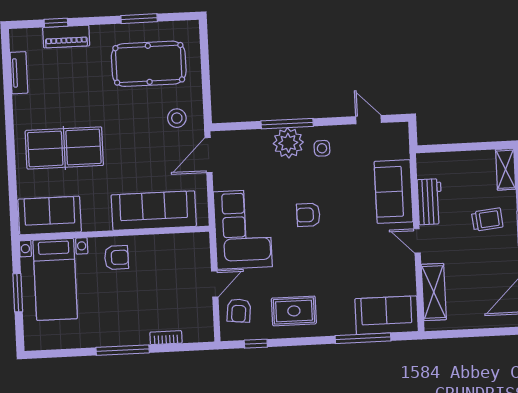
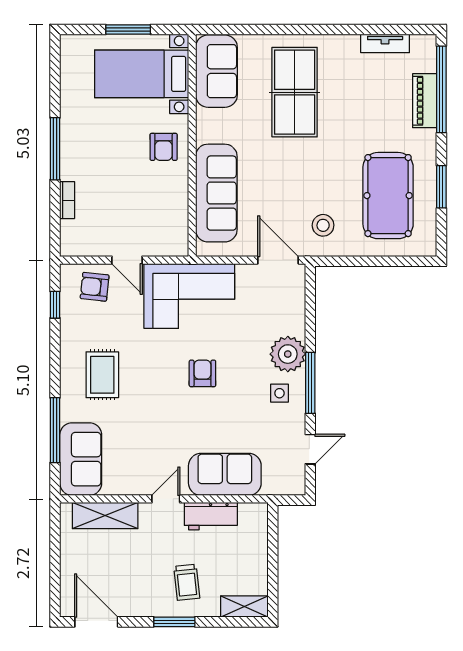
window: (56, 23) -> (441, 89), width x3.17
window: (287, 124) -> (310, 383), moved
rug: (294, 311) -> (102, 375), moved

